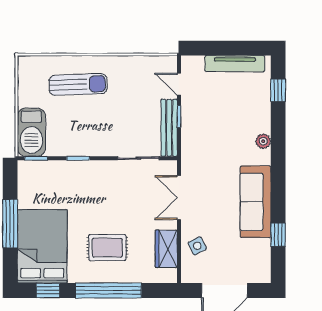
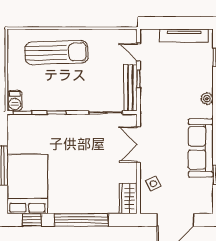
sun lounger: (78, 84) -> (56, 53), width x1.36, depth x1.34
barbecue: (31, 132) -> (15, 101), width x0.53, depth x0.65
rug: (107, 248) -> (80, 185), removed
wardrobe: (166, 249) -> (128, 199), moved

